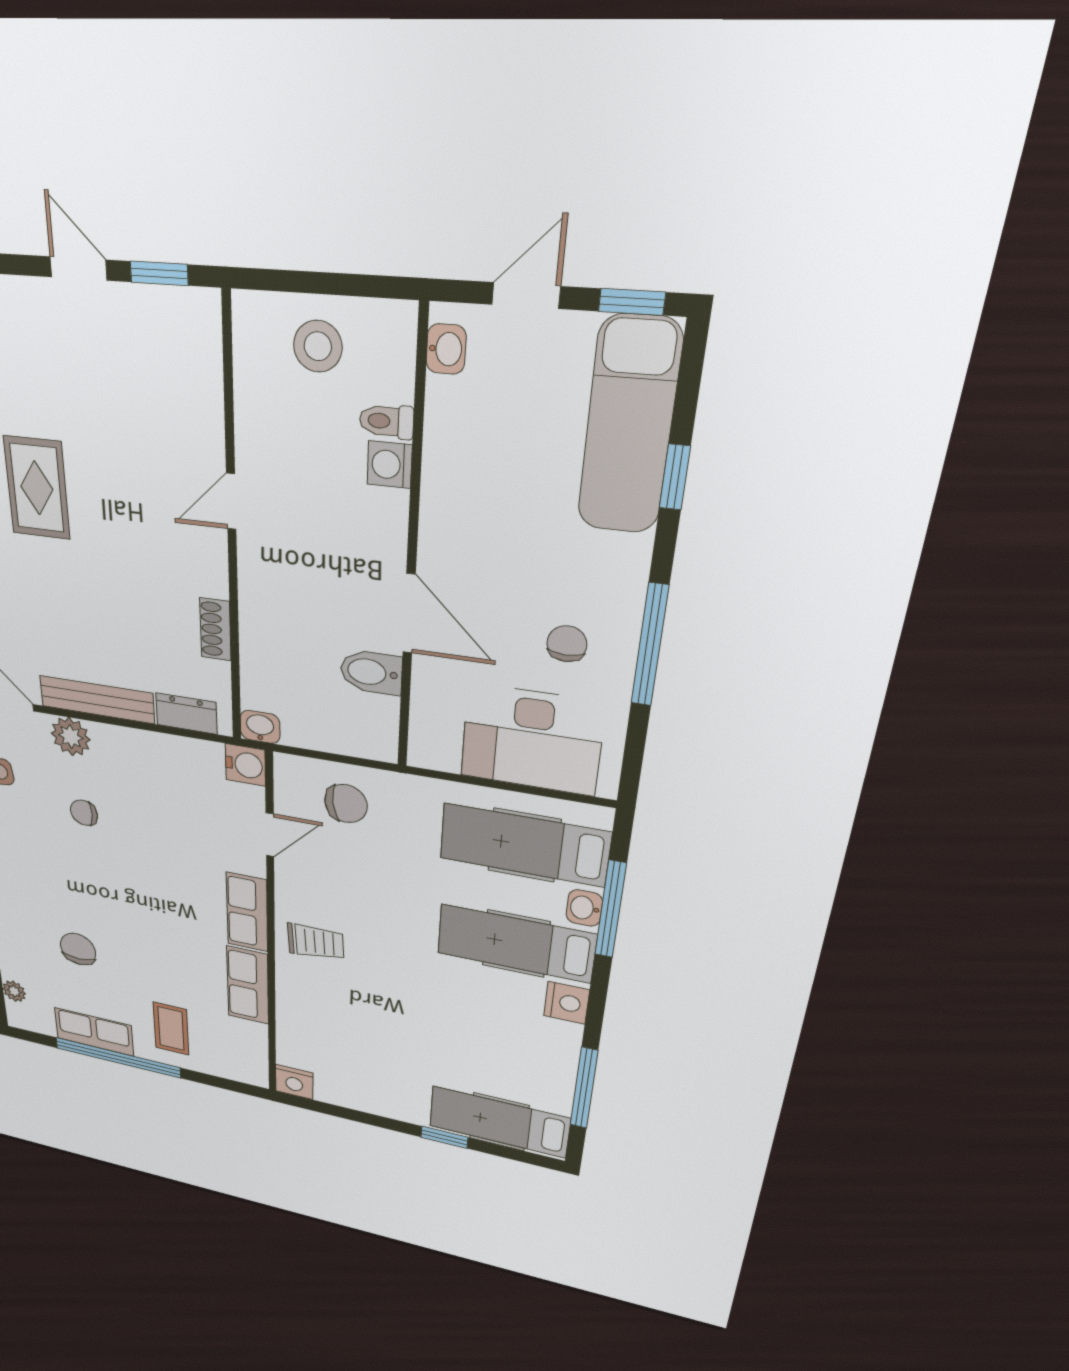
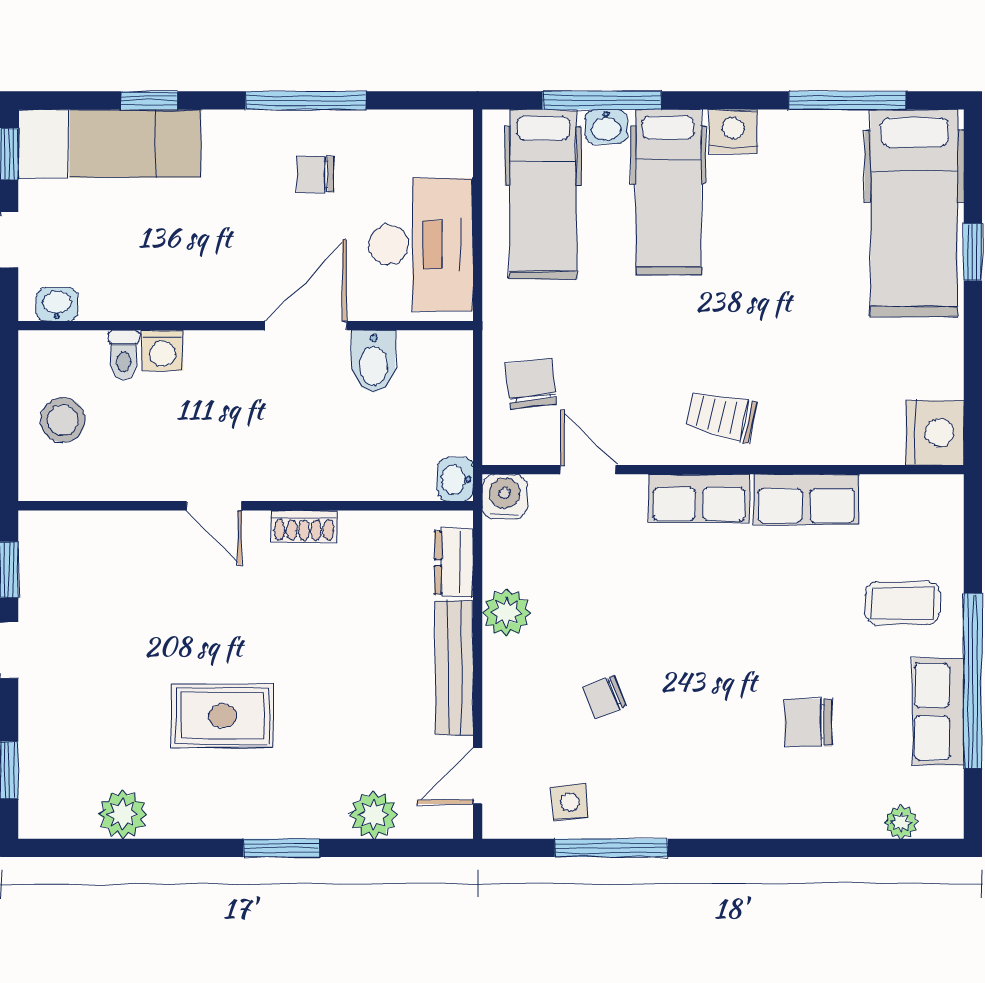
shoe rack: (215, 629) -> (304, 526), moved
plant: (71, 737) -> (506, 613), moved
desk: (532, 740) -> (421, 245), moved
chair: (84, 813) -> (605, 697), turned 67
trolley: (316, 942) -> (721, 416), turned -74
nightstand: (294, 1082) -> (935, 433), width x1.36, depth x1.33
hospital bed: (499, 1122) -> (914, 213), width x1.37, depth x1.29

